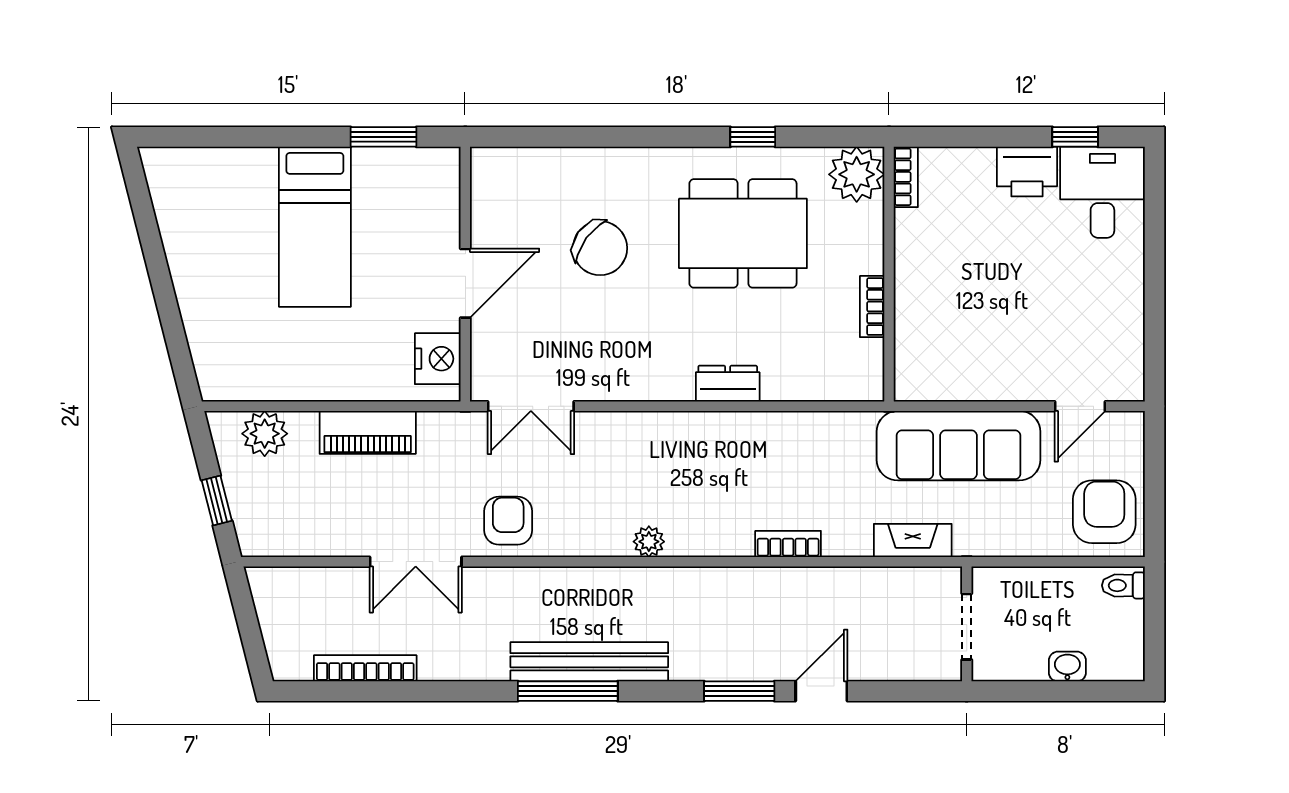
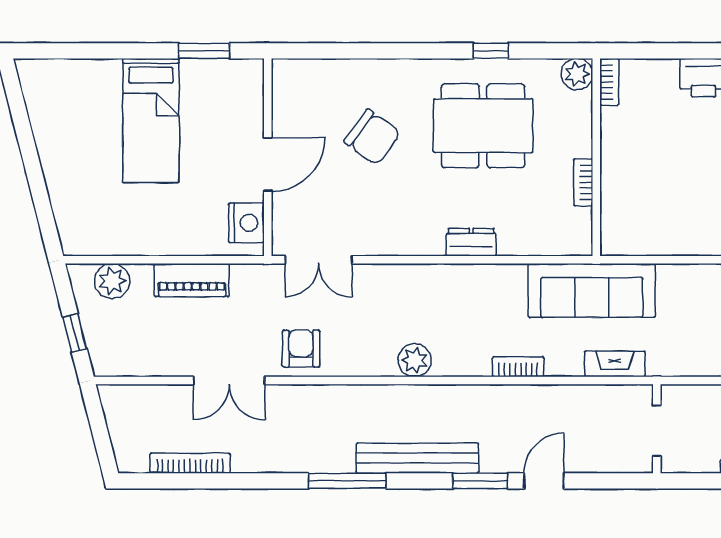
plant: (857, 174) -> (577, 74), width x0.73, depth x0.73
sofa: (959, 446) -> (592, 290), moved
plant: (649, 542) -> (415, 360), width x1.38, depth x1.38
bench: (589, 662) -> (417, 458), moved

